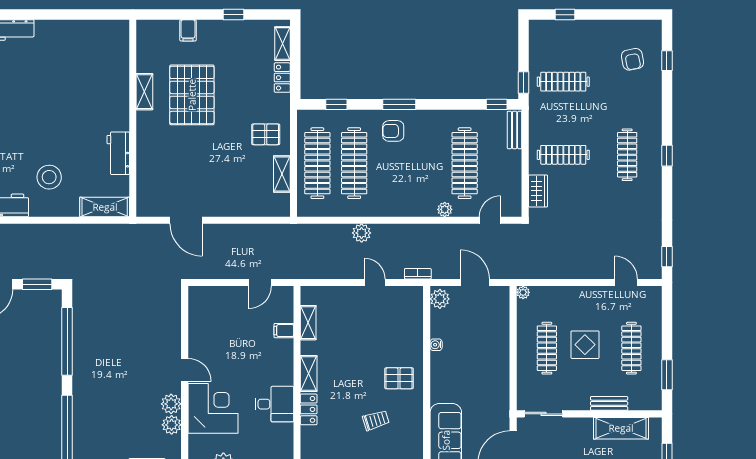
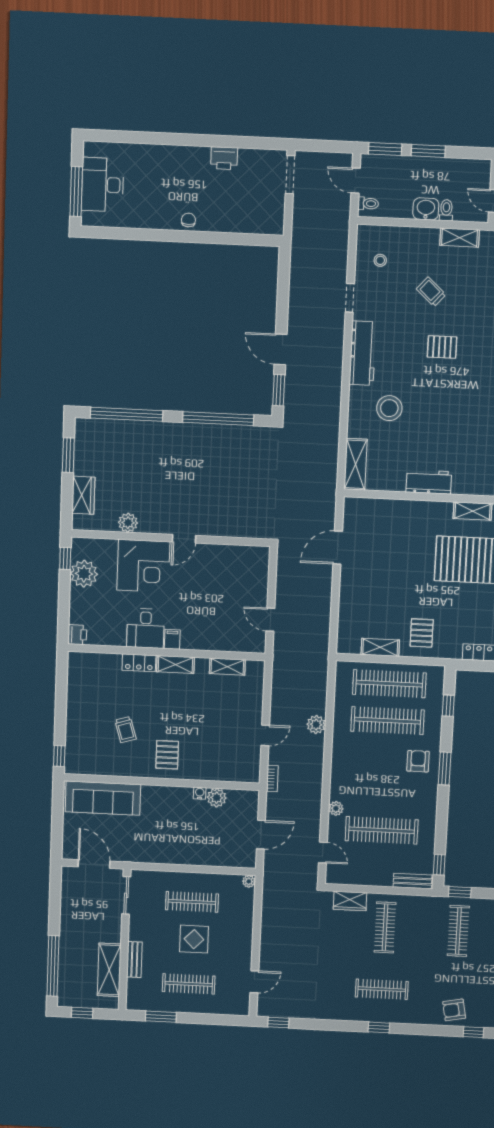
armchair: (632, 59) -> (454, 1010), moved
workbench: (118, 153) -> (429, 482), moved
plant: (440, 299) -> (217, 798), moved
filing cabinet: (284, 331) -> (172, 639), moved
plant: (171, 404) -> (150, 523), removed

